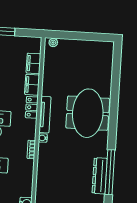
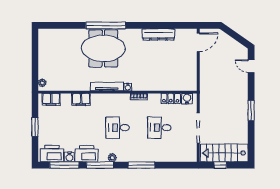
filing cabinet: (33, 63) -> (51, 99), moved
locker: (32, 107) -> (171, 98), moved
window: (110, 172) -> (106, 25), moved

